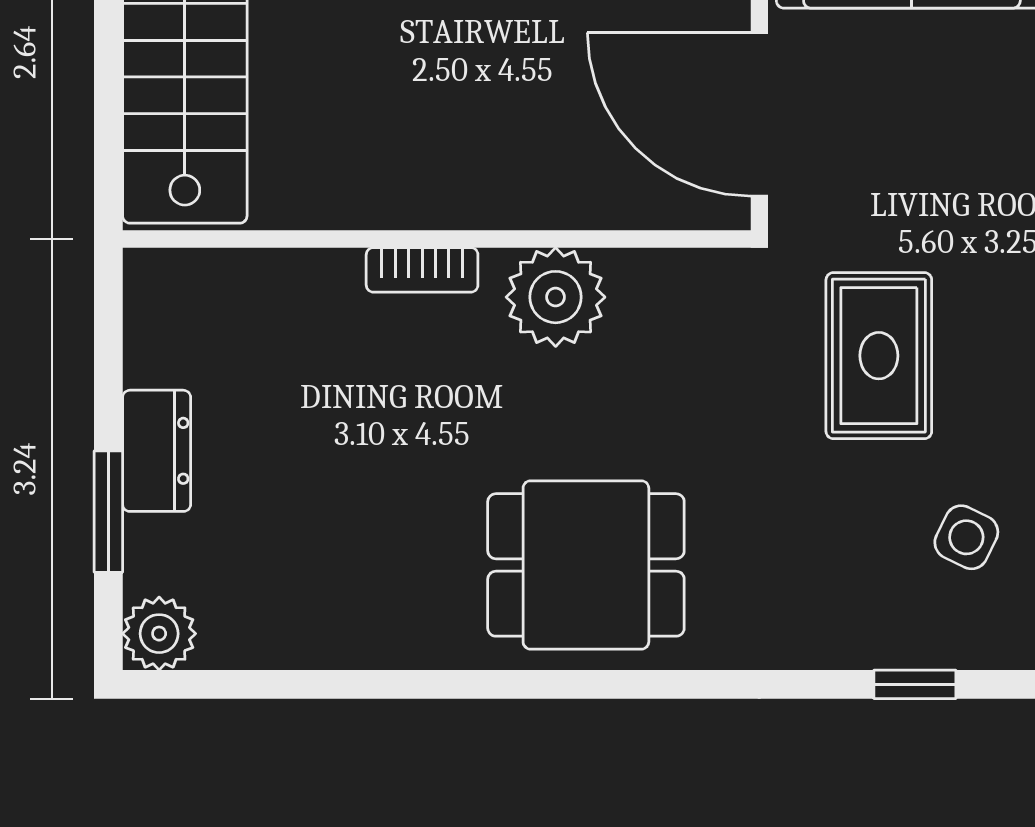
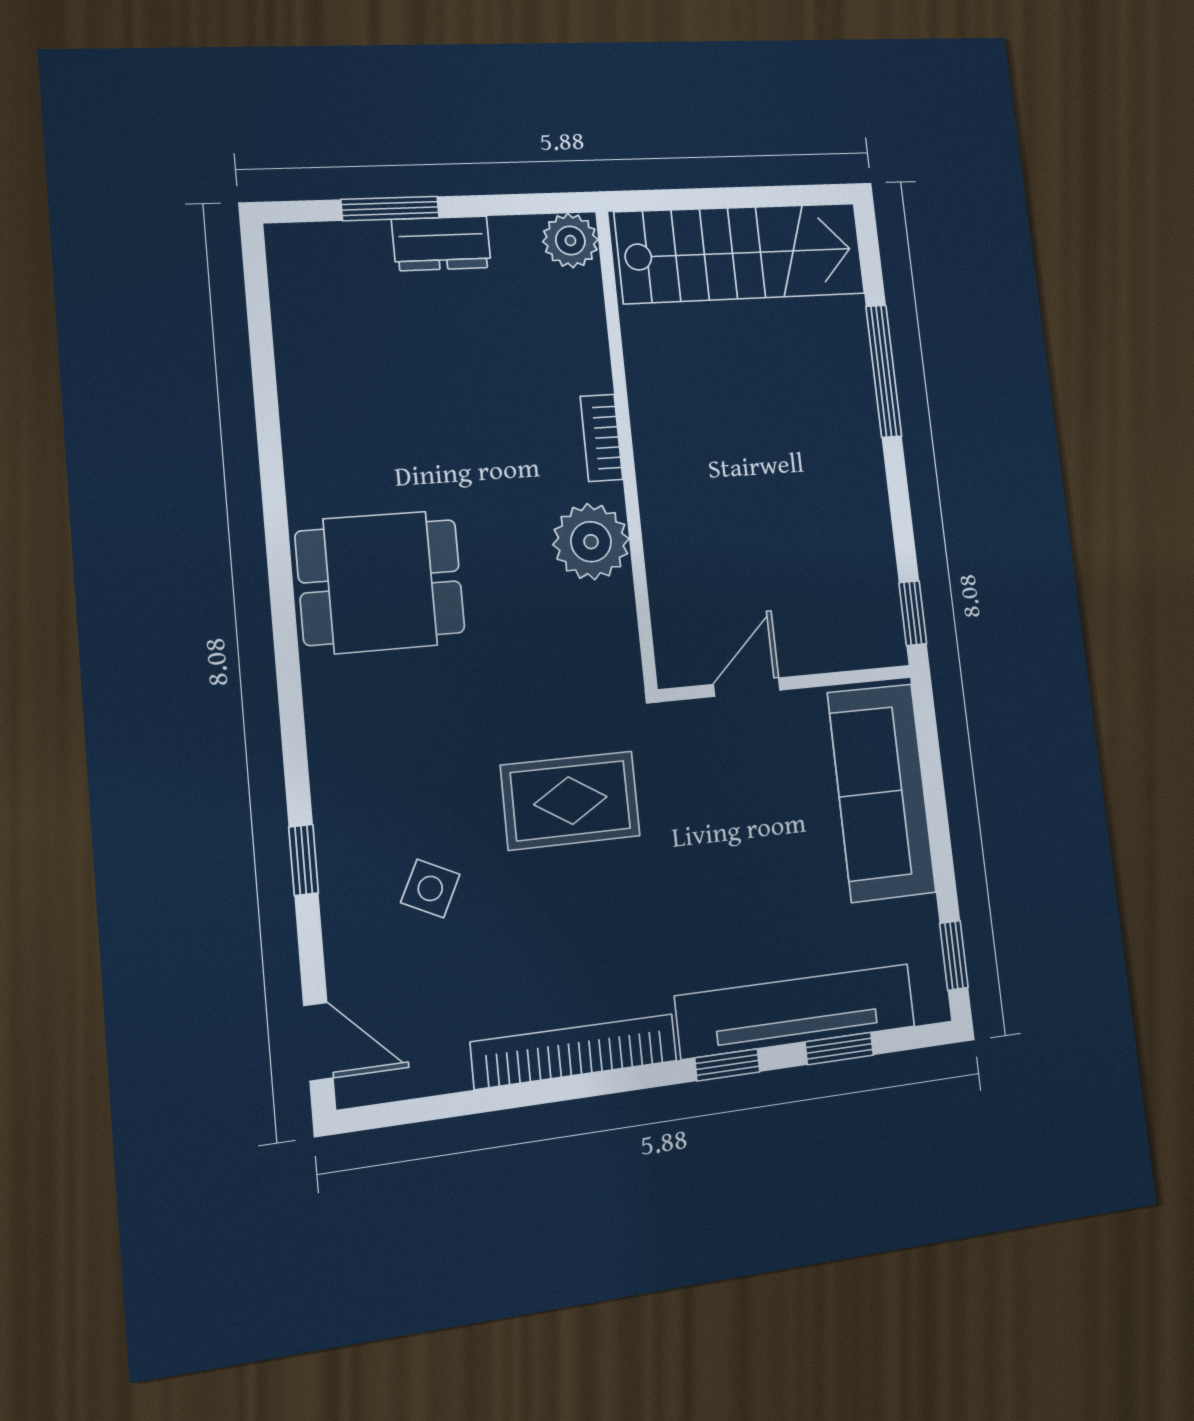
door: (759, 114) -> (747, 687), width x0.53
dining table: (586, 565) -> (380, 582), turned 90
plant: (159, 634) -> (570, 241), moved

